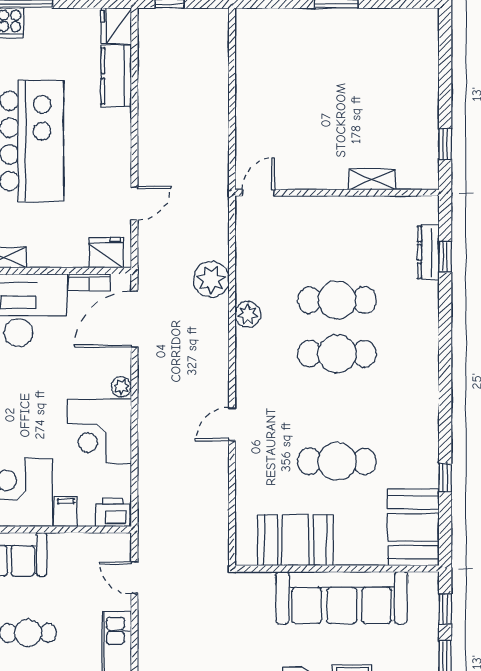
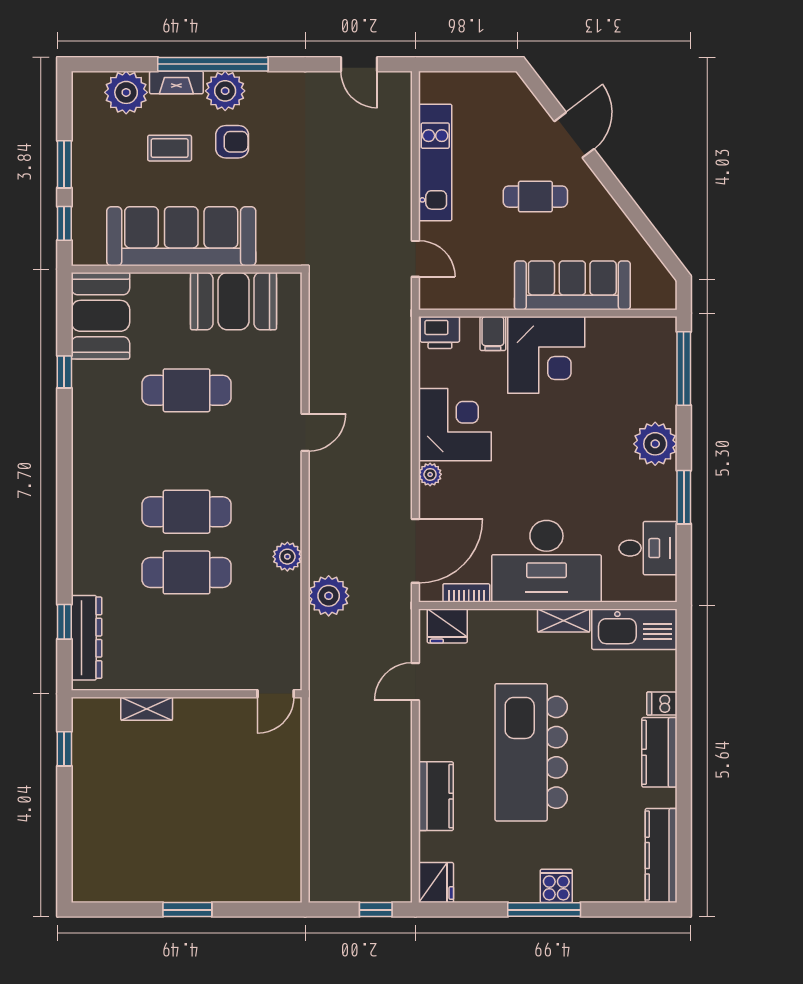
kitchen counter: (116, 76) -> (436, 796), moved
dresser: (428, 252) -> (86, 638), width x1.37, depth x1.24

